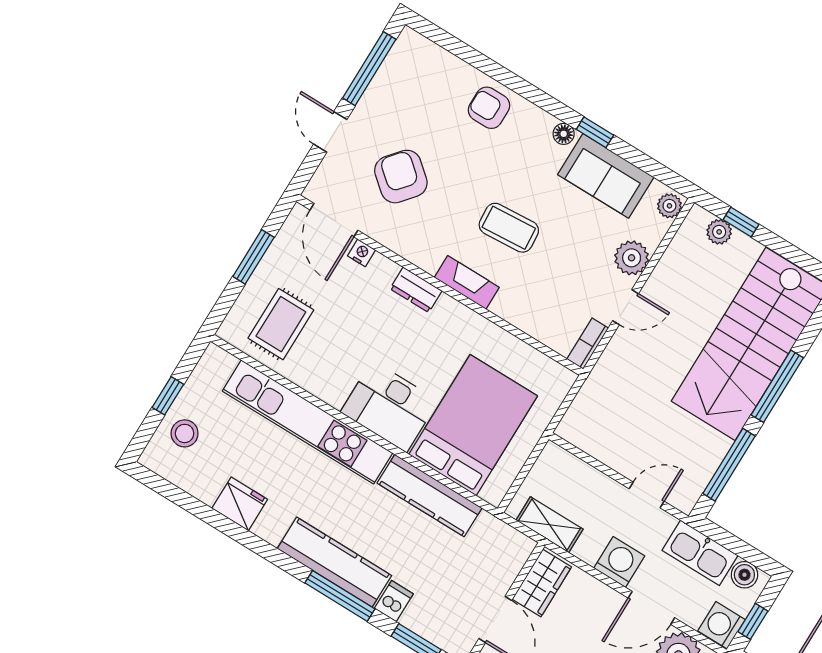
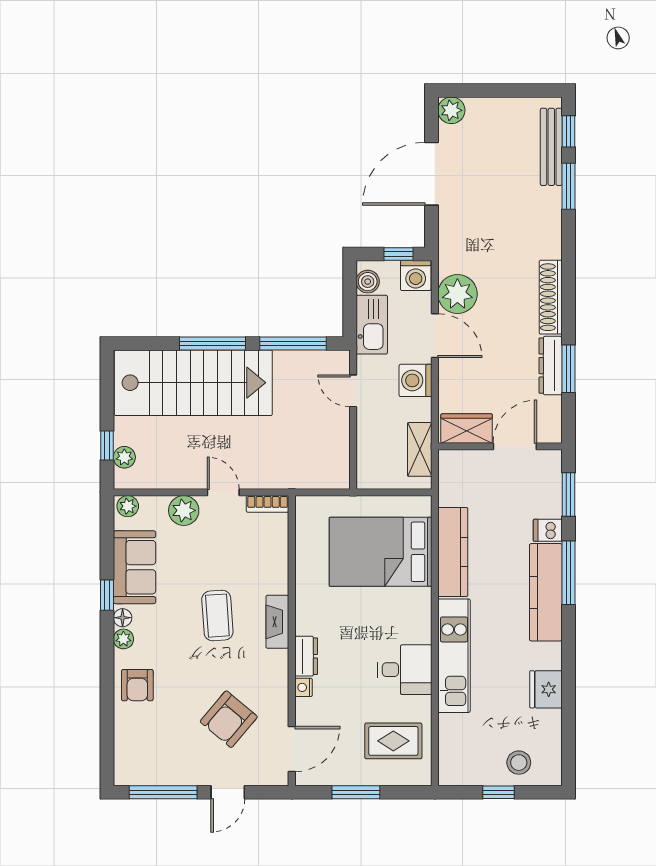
plant: (542, 122) -> (123, 639), added
nightstand: (362, 253) -> (304, 687), moved
desk: (389, 406) -> (405, 670), moved, width x0.73
kitchen unit: (308, 422) -> (454, 656), width x0.73

